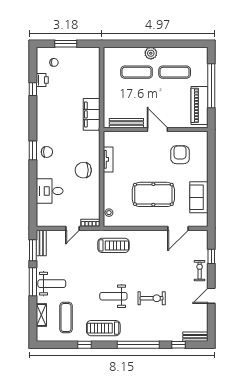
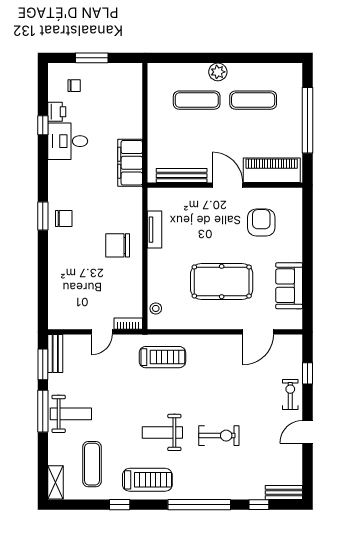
piano: (200, 105) -> (272, 170), moved, turned 90
desk: (50, 191) -> (68, 141), moved
shelving: (41, 315) -> (55, 482), moved
treadmill: (103, 328) -> (147, 480), turned 180

